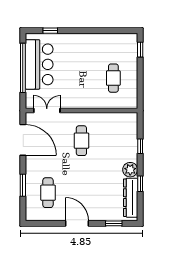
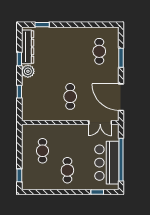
cafe table: (85, 56) -> (67, 170), added
door: (77, 223) -> (74, 25), removed

